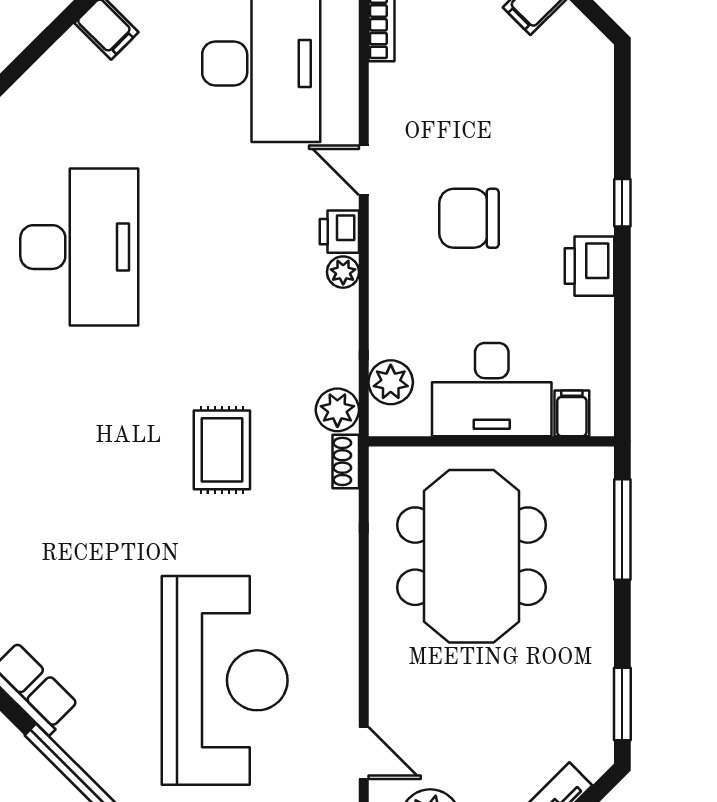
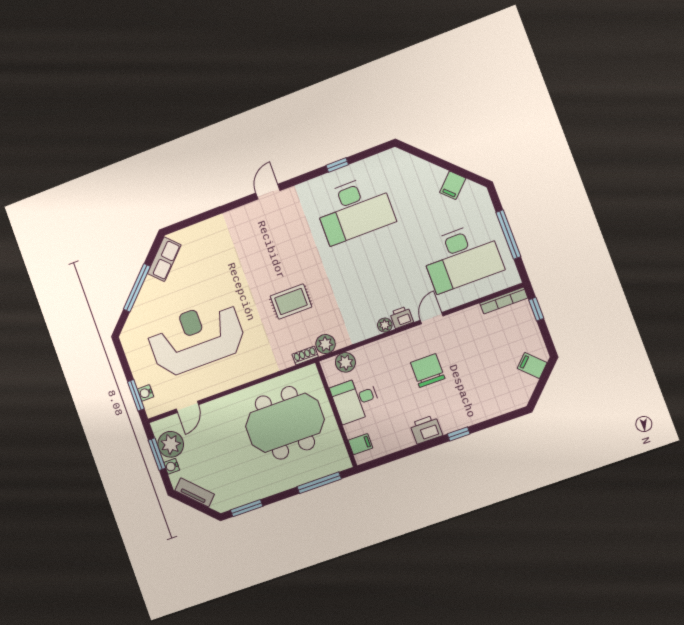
desk: (492, 390) -> (355, 400), width x0.73
reception desk: (225, 680) -> (196, 338), turned 180

